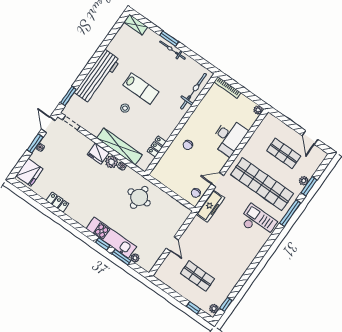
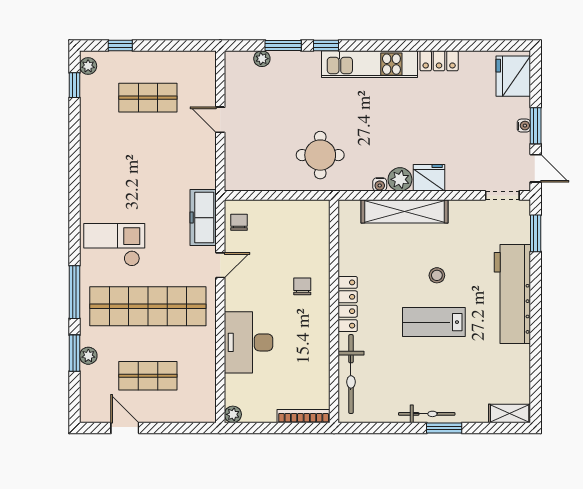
locker: (157, 147) -> (348, 304), moved, width x1.53
checkout: (258, 222) -> (114, 245), turned 180
kitchen unit: (111, 238) -> (369, 64), moved

